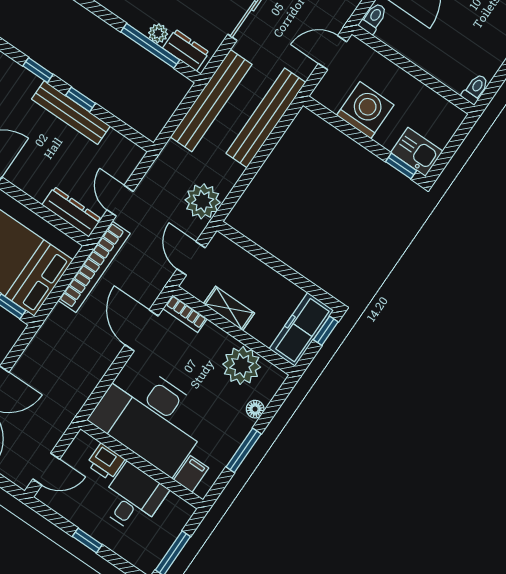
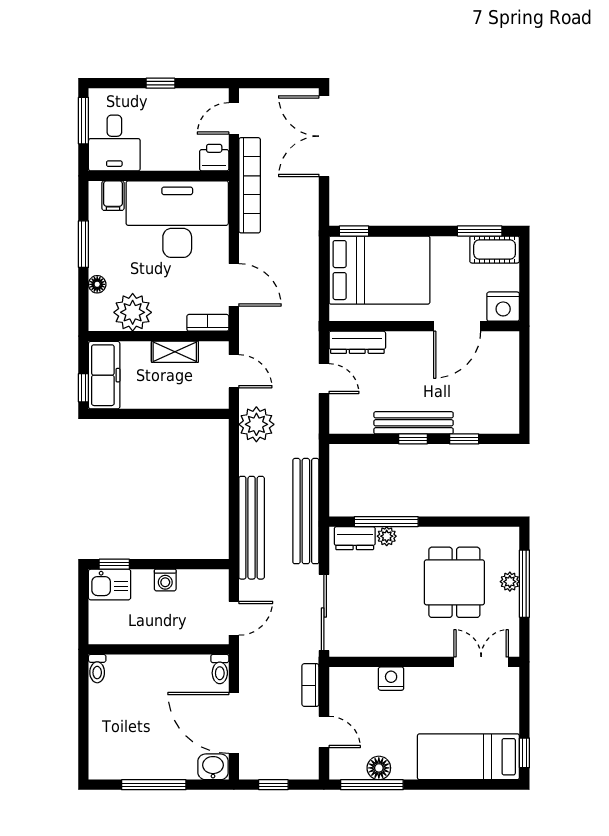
washing machine: (365, 110) -> (165, 580), width x0.53, depth x0.53
bookcase: (94, 267) -> (250, 185), moved, turned 180
printer: (106, 462) -> (214, 158), moved
desk: (133, 498) -> (114, 143), moved

